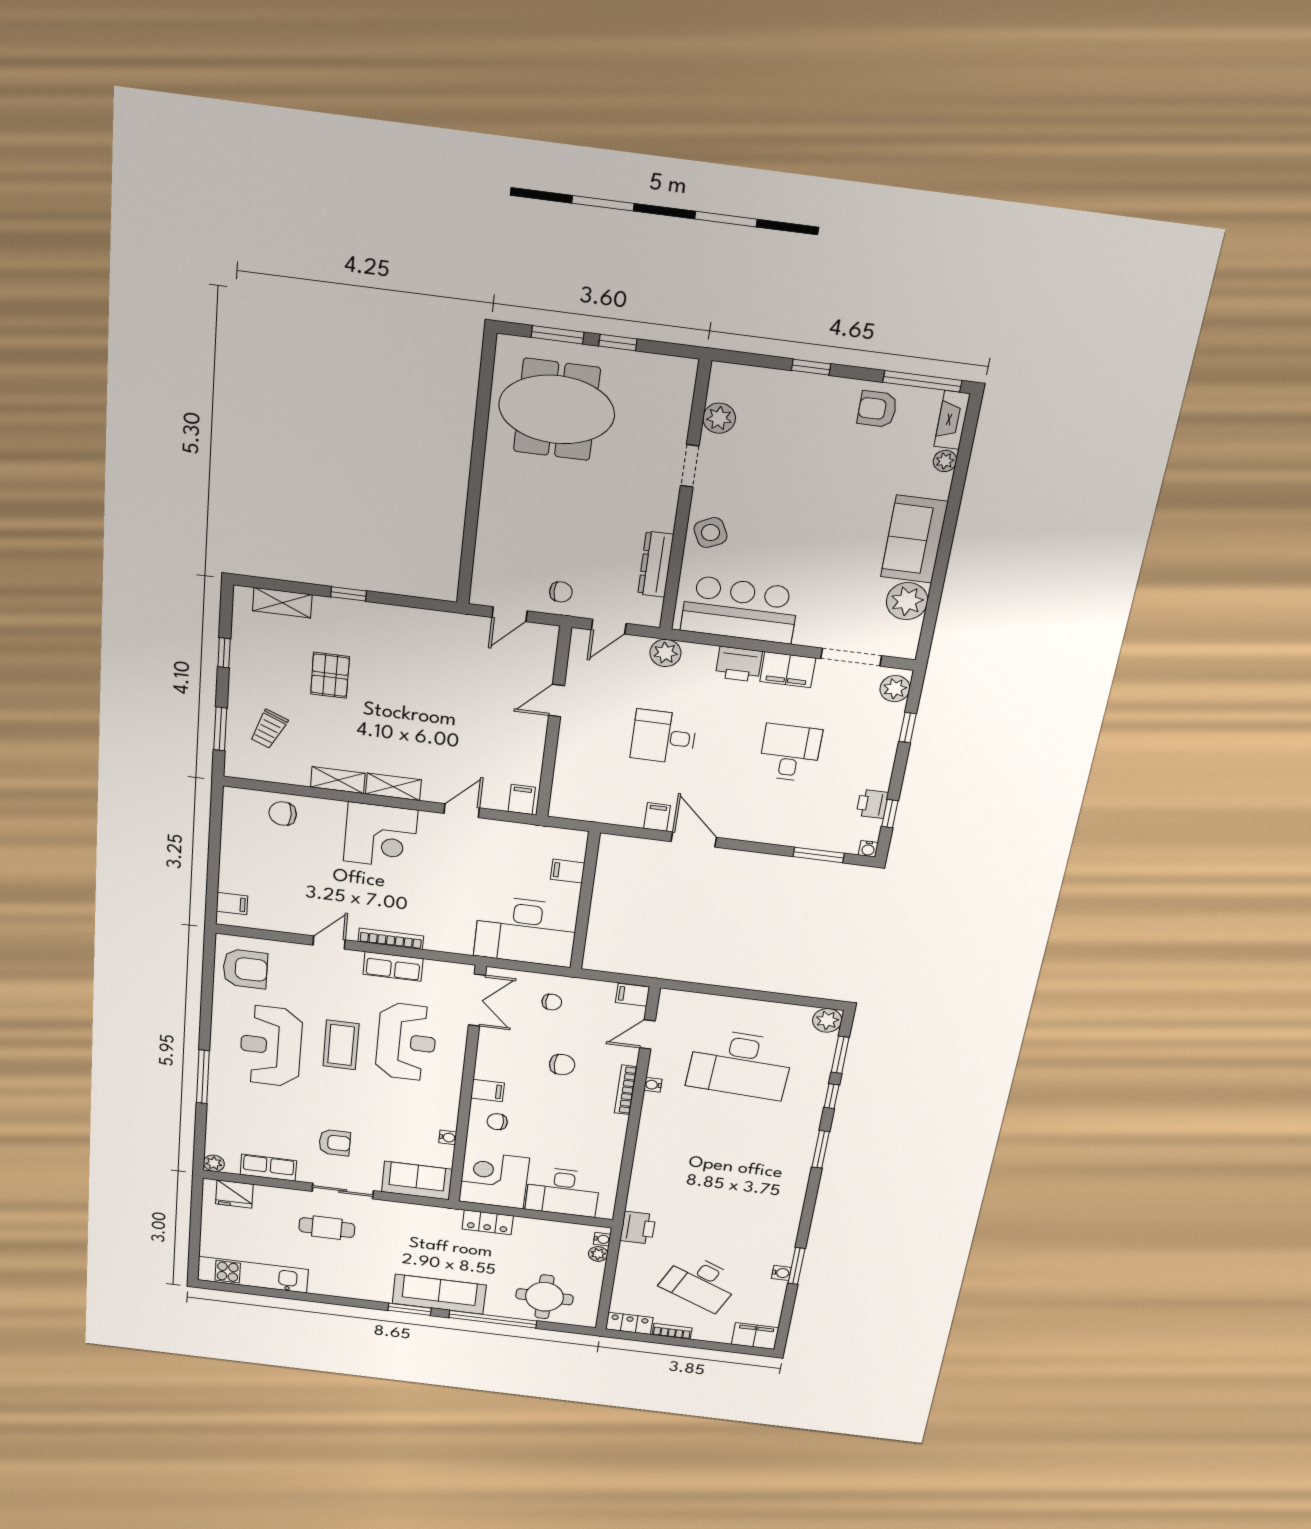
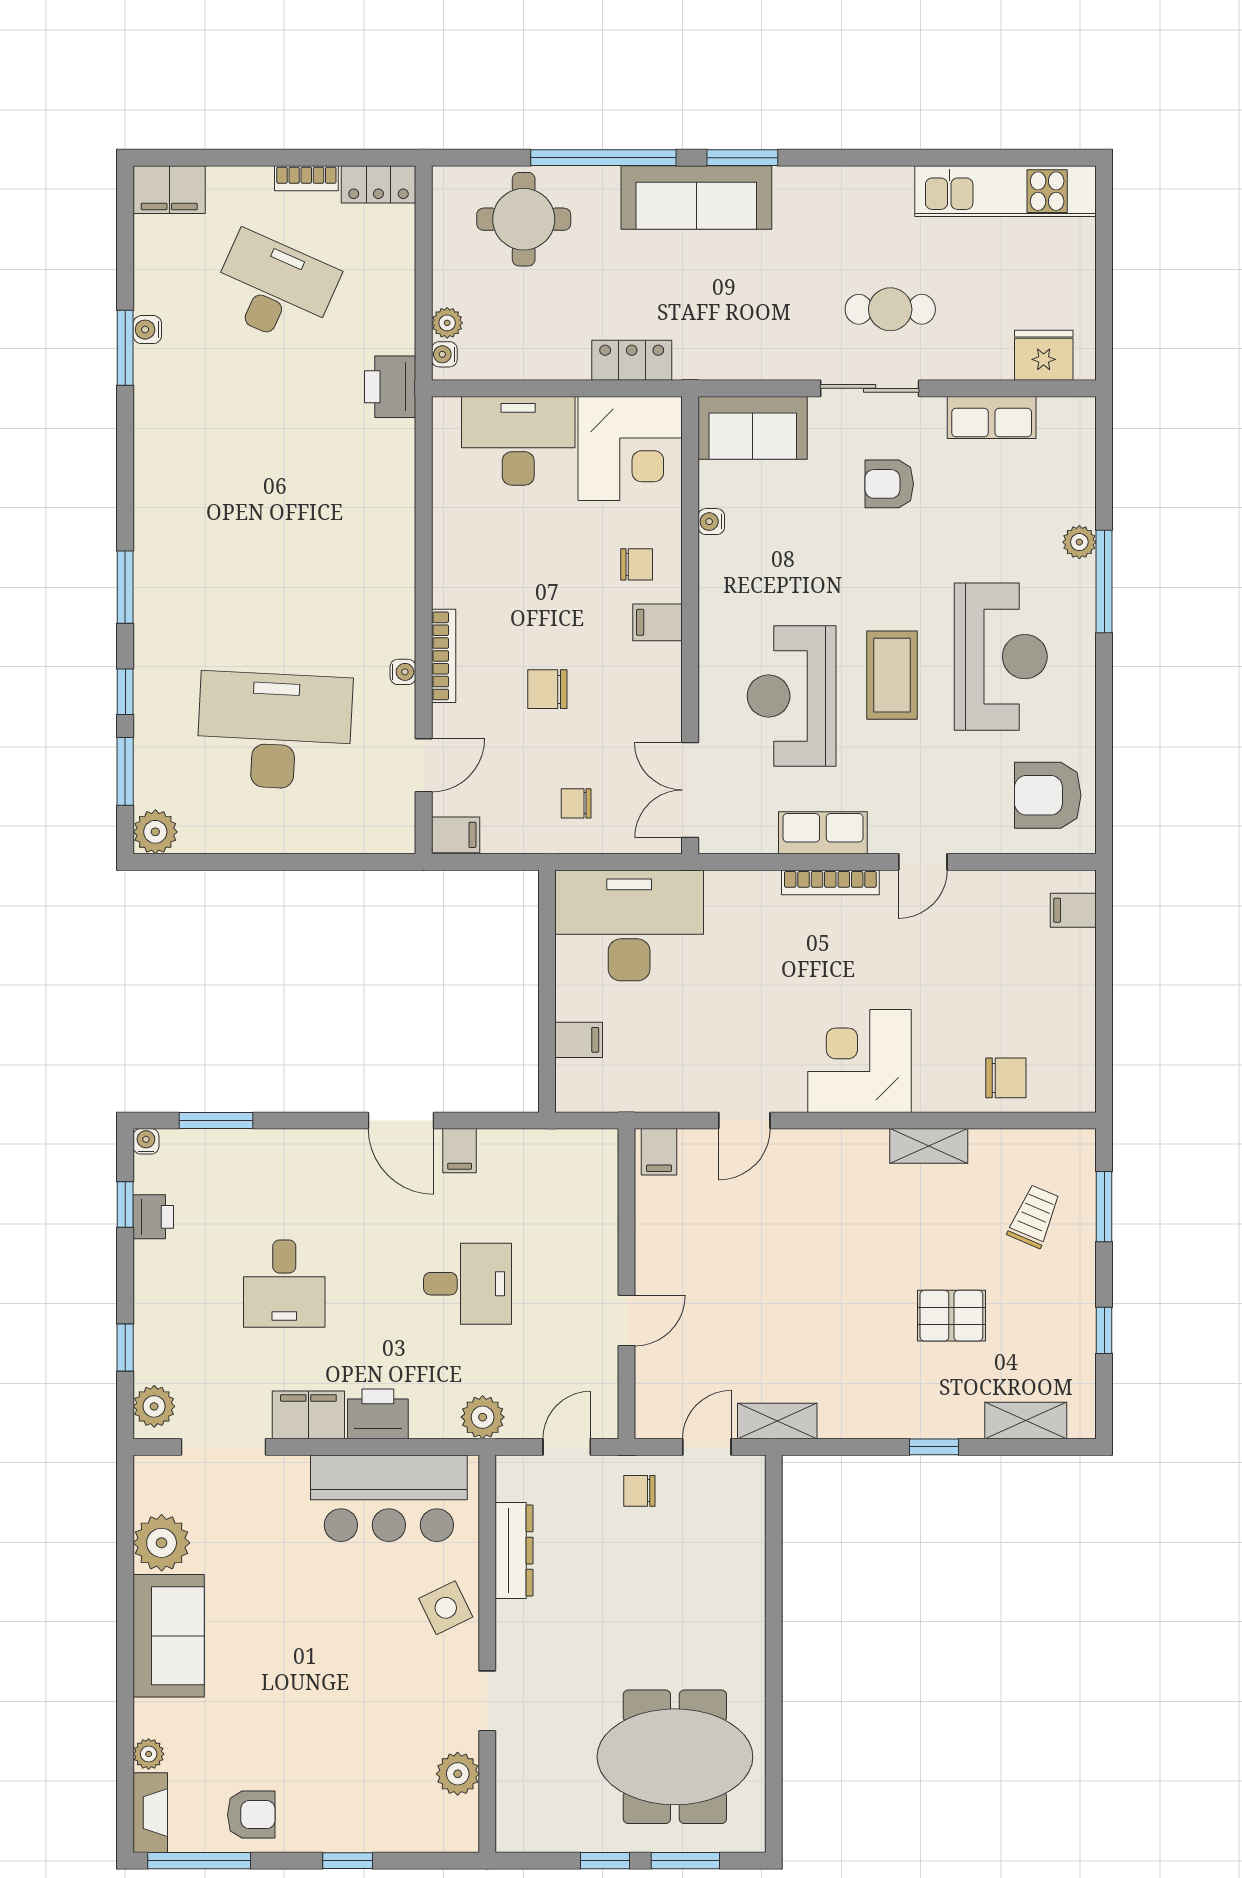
pallet: (330, 675) -> (951, 1316), turned 90
shelving: (393, 787) -> (777, 1421), moved
plant: (214, 1163) -> (1079, 542), moved

